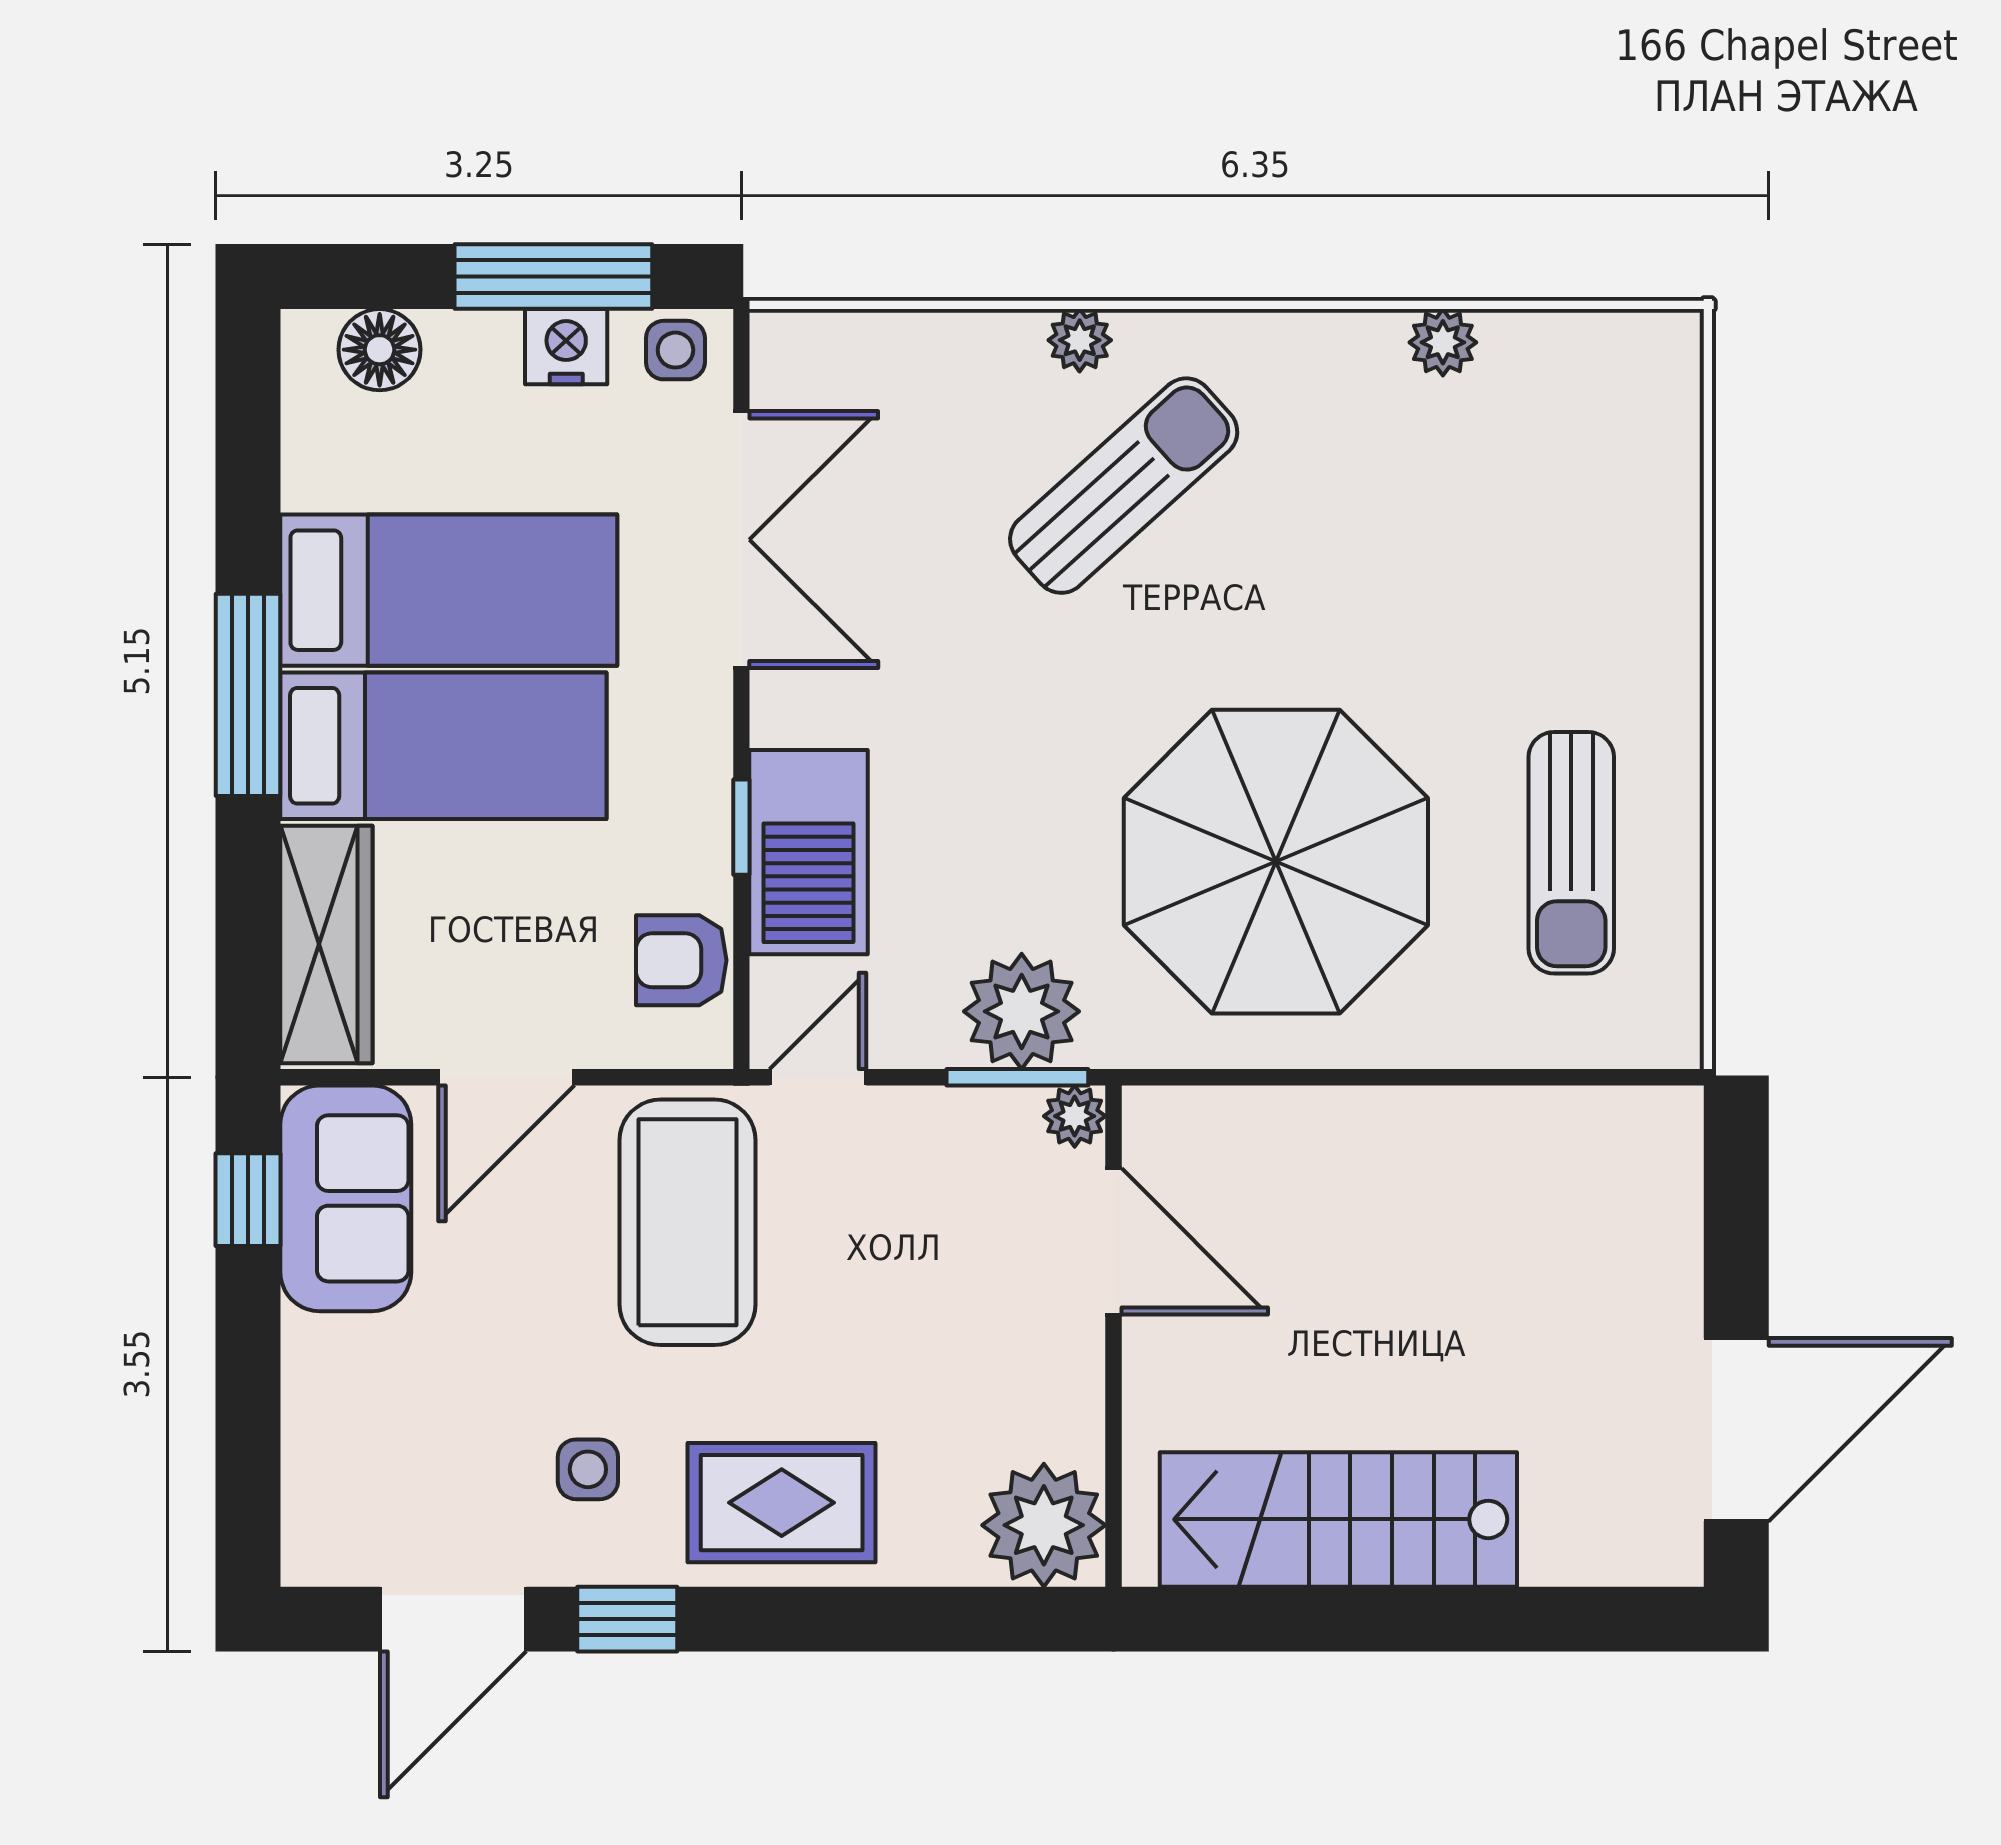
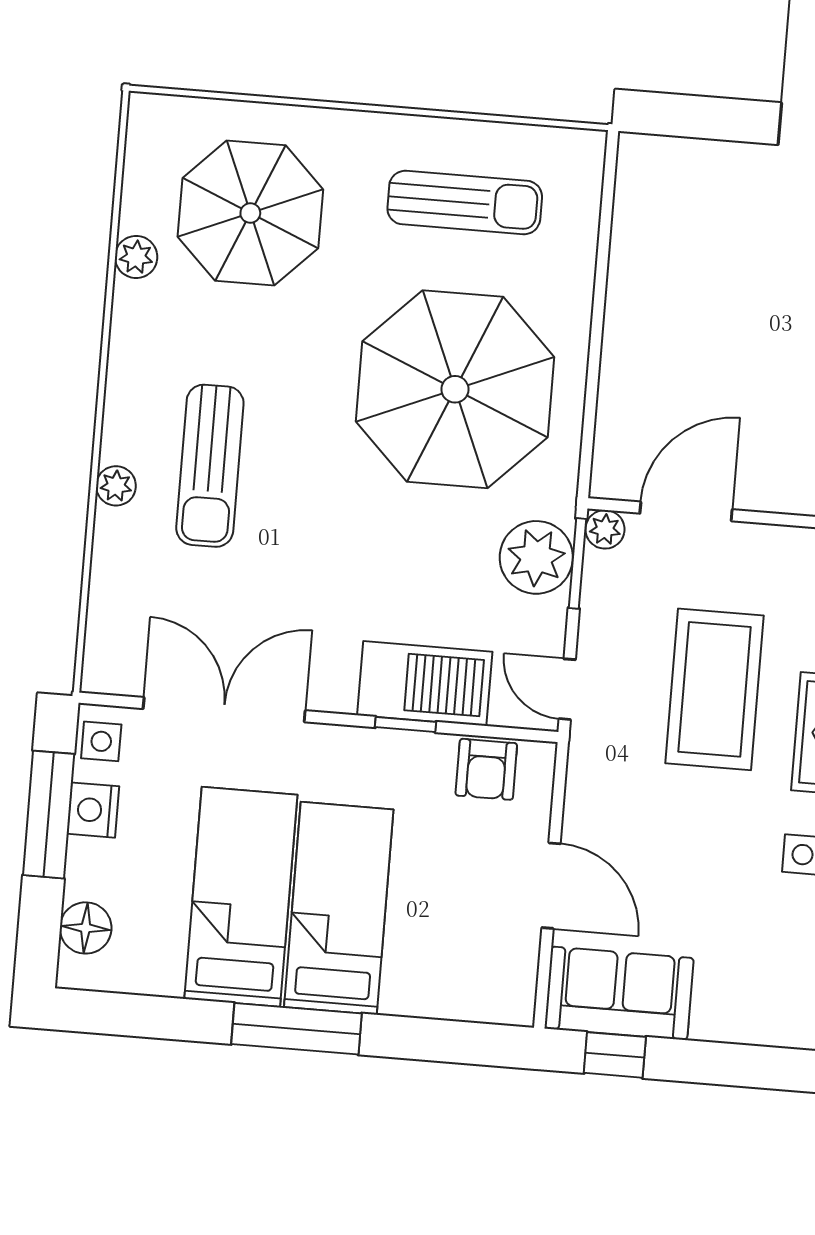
sun lounger: (1124, 486) -> (210, 466), turned -138
parasol: (1527, 517) -> (250, 213), added
wardrobe: (326, 944) -> (458, 992), removed
coffee table: (688, 1222) -> (715, 689), moved, turned 90

